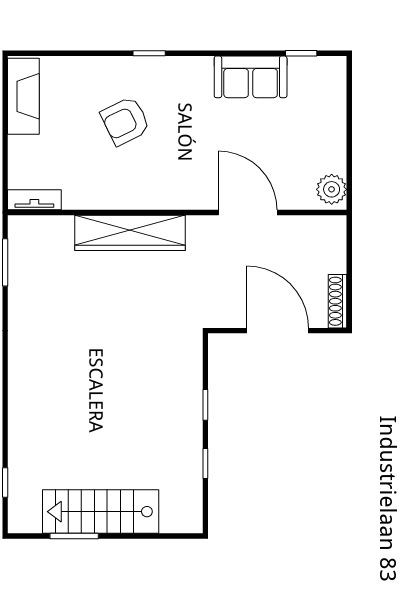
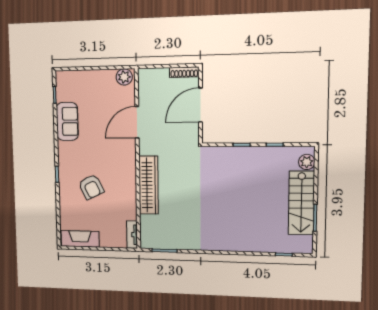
plant: (174, 520) -> (307, 162), added

